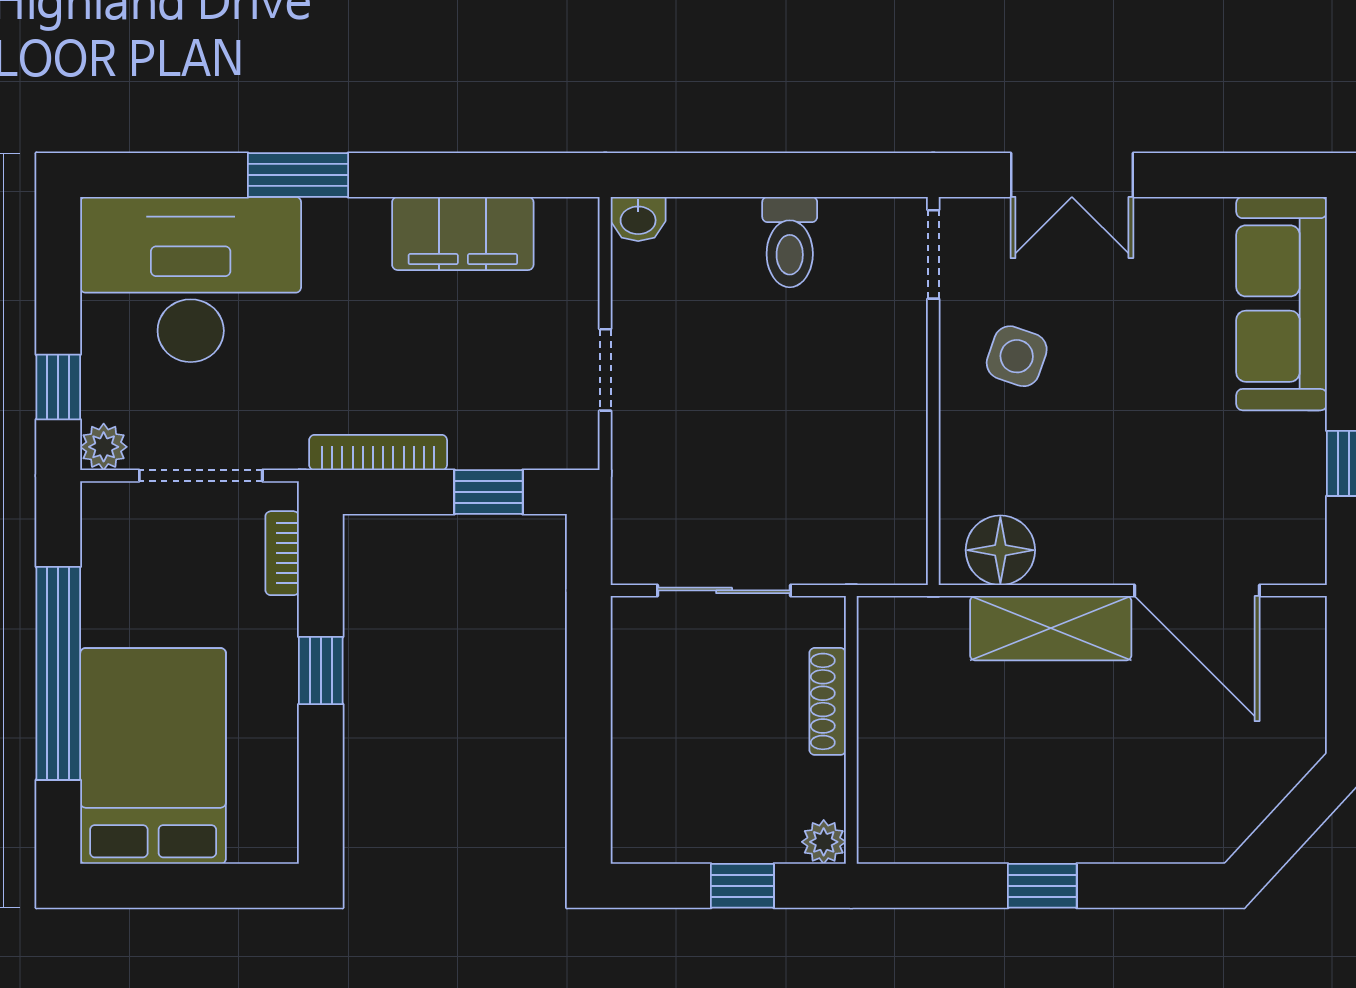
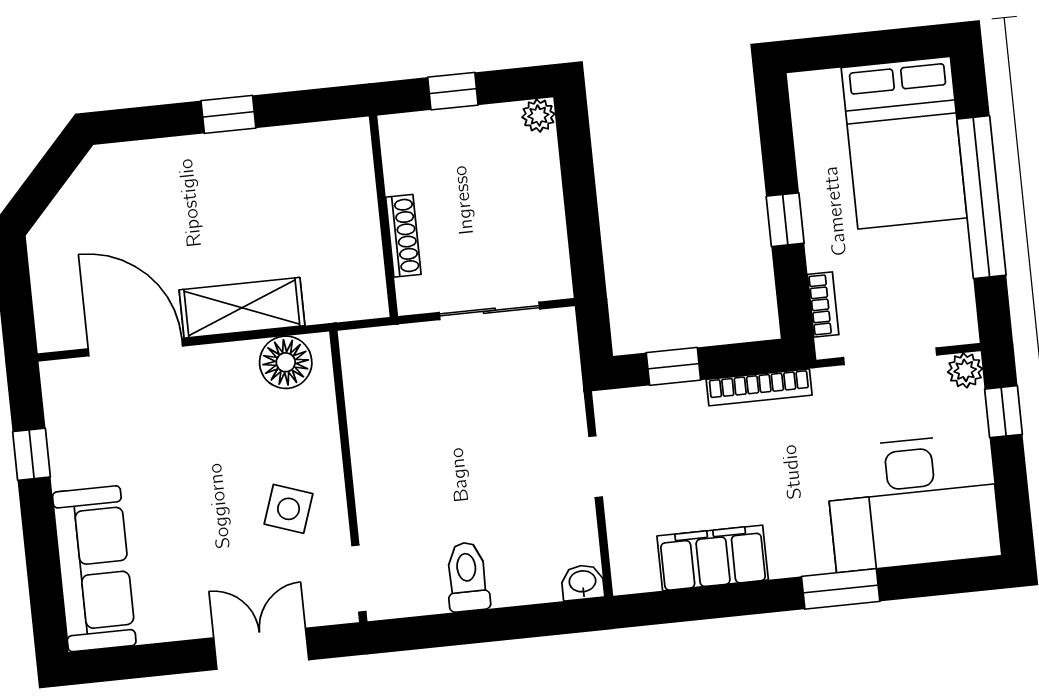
plant: (824, 842) -> (538, 116), moved

